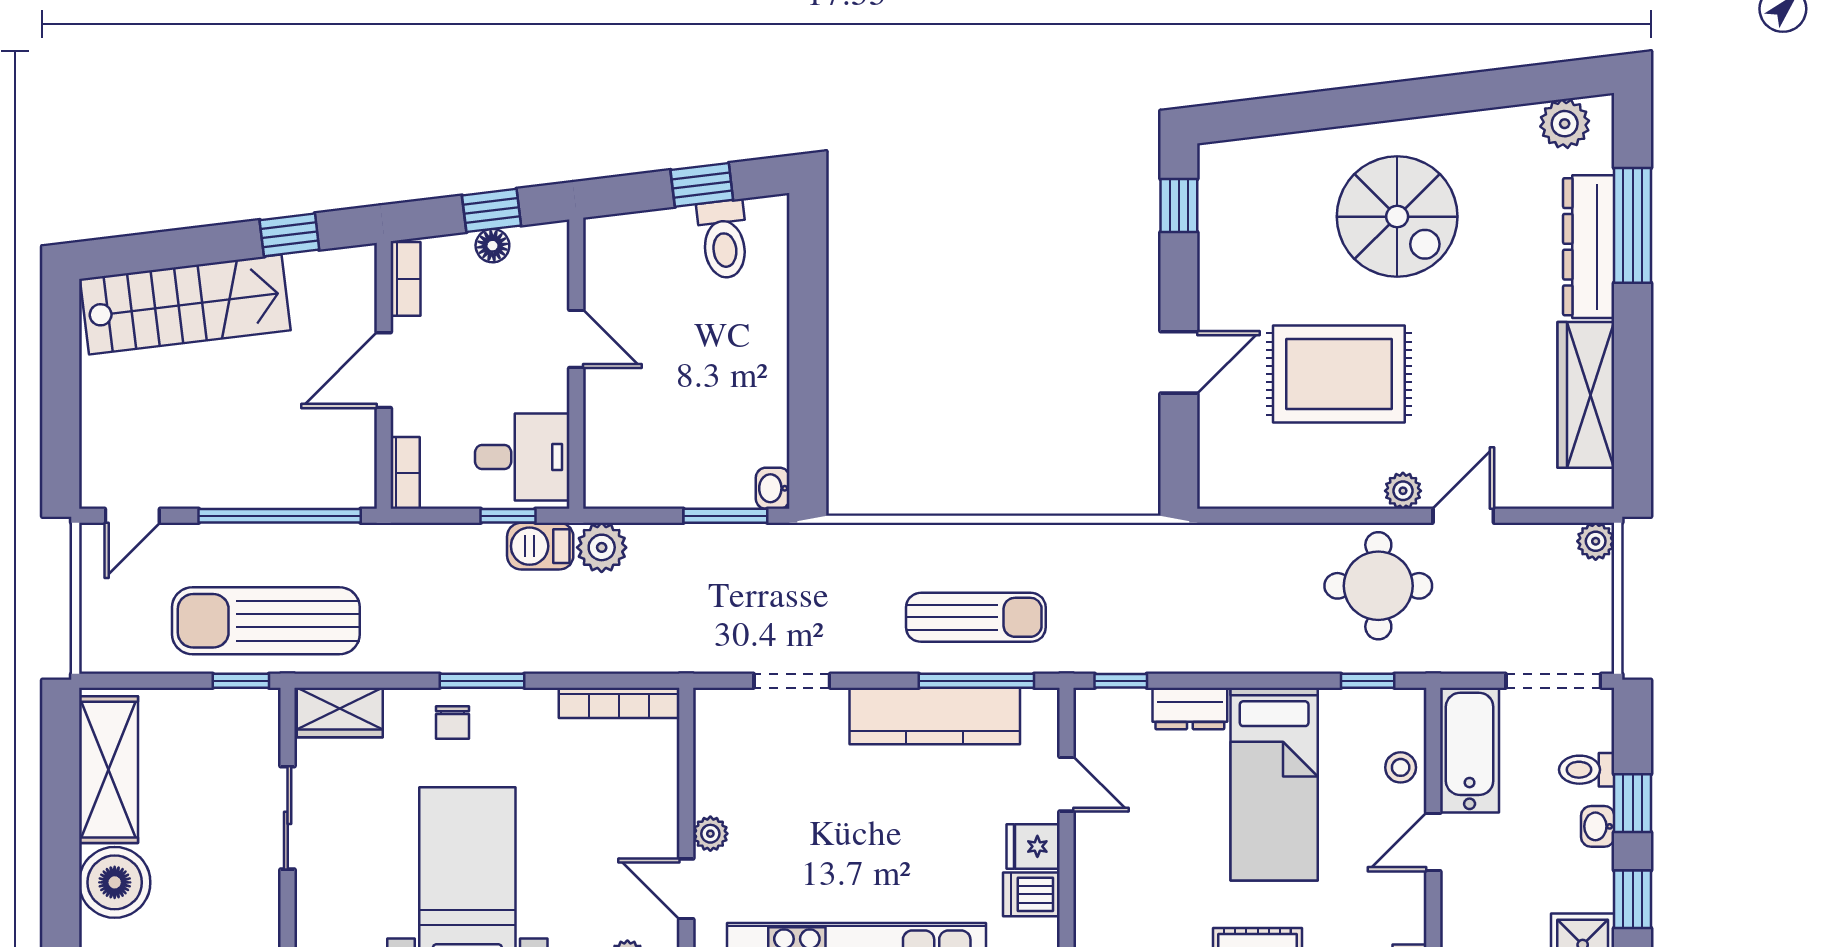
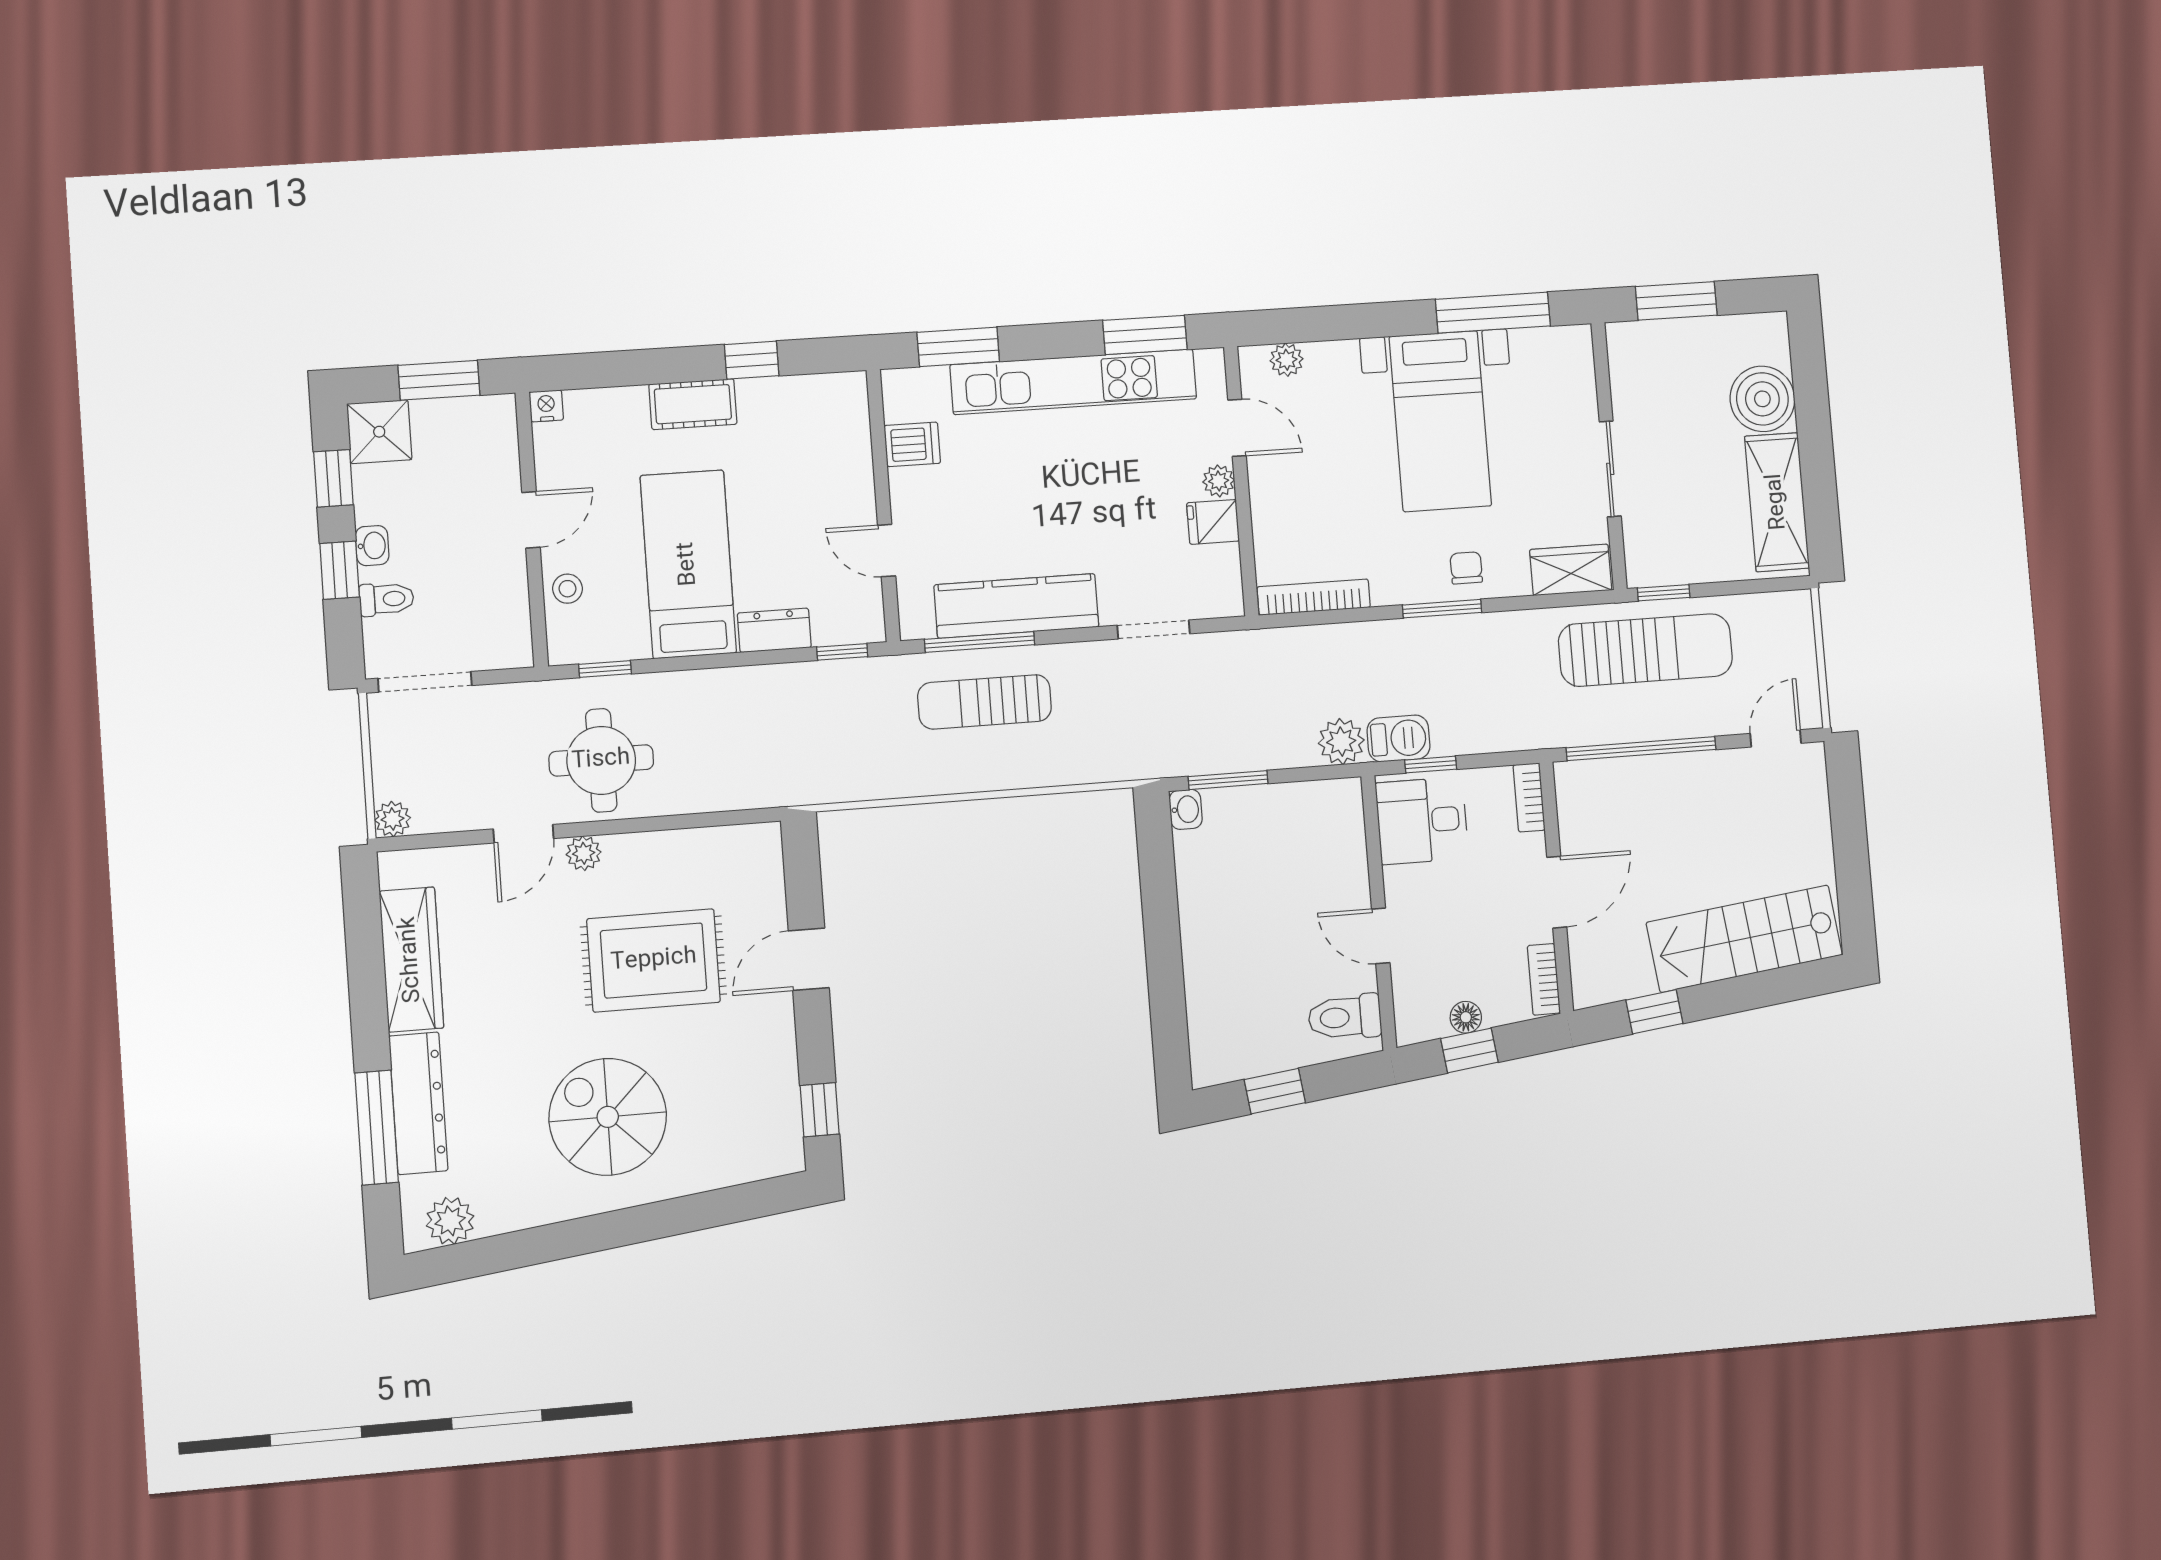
toilet: (724, 239) -> (1345, 1017), moved, turned -83
bathtub: (1470, 750) -> (502, 610), removed
fridge: (1033, 846) -> (1213, 522), moved, turned 180

